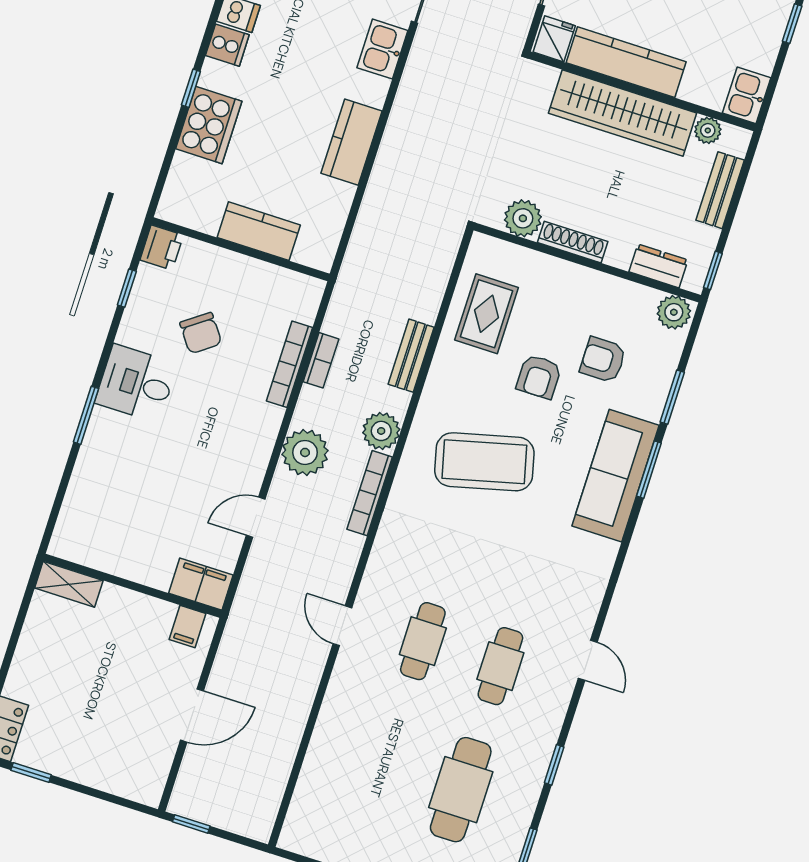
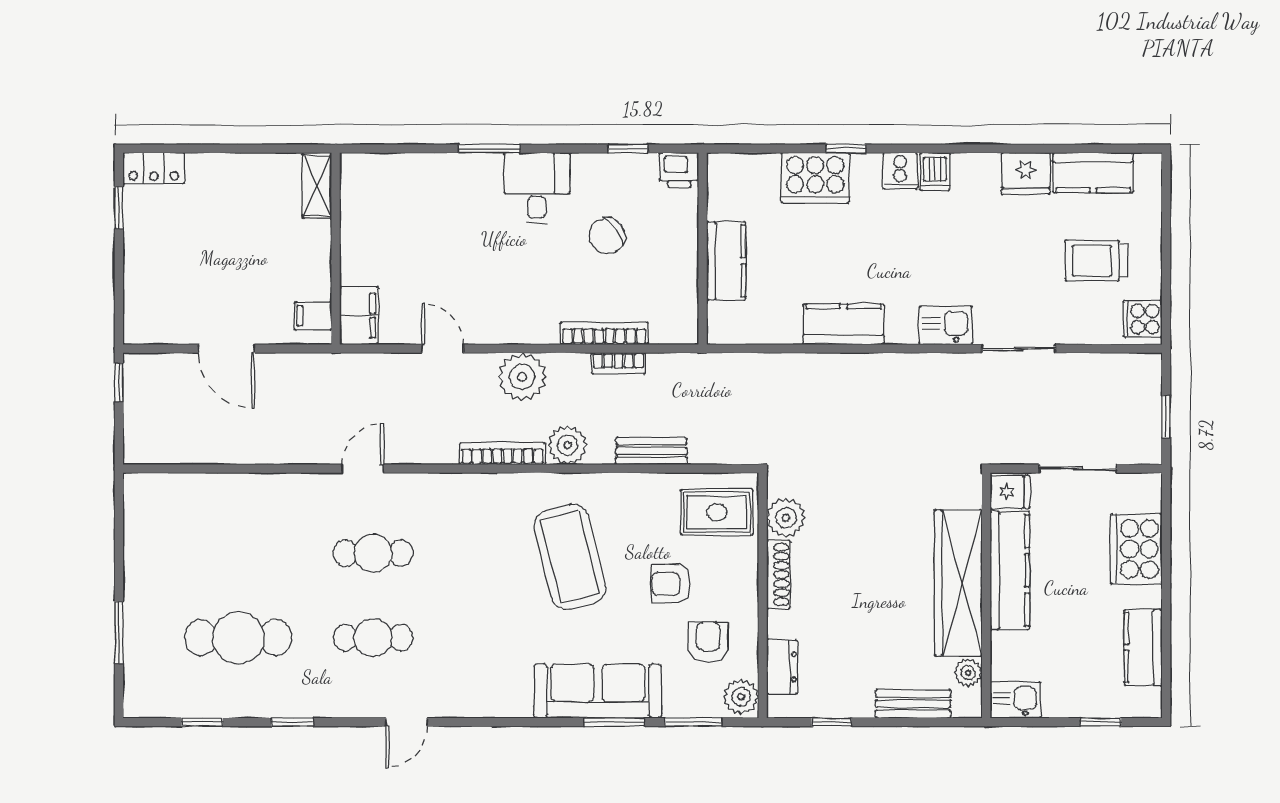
plant: (523, 218) -> (786, 518), moved
shoe rack: (573, 242) -> (778, 574), moved
wall: (587, 263) -> (763, 595), moved
dresser: (658, 266) -> (782, 667), moved
plant: (674, 312) -> (741, 697), moved

